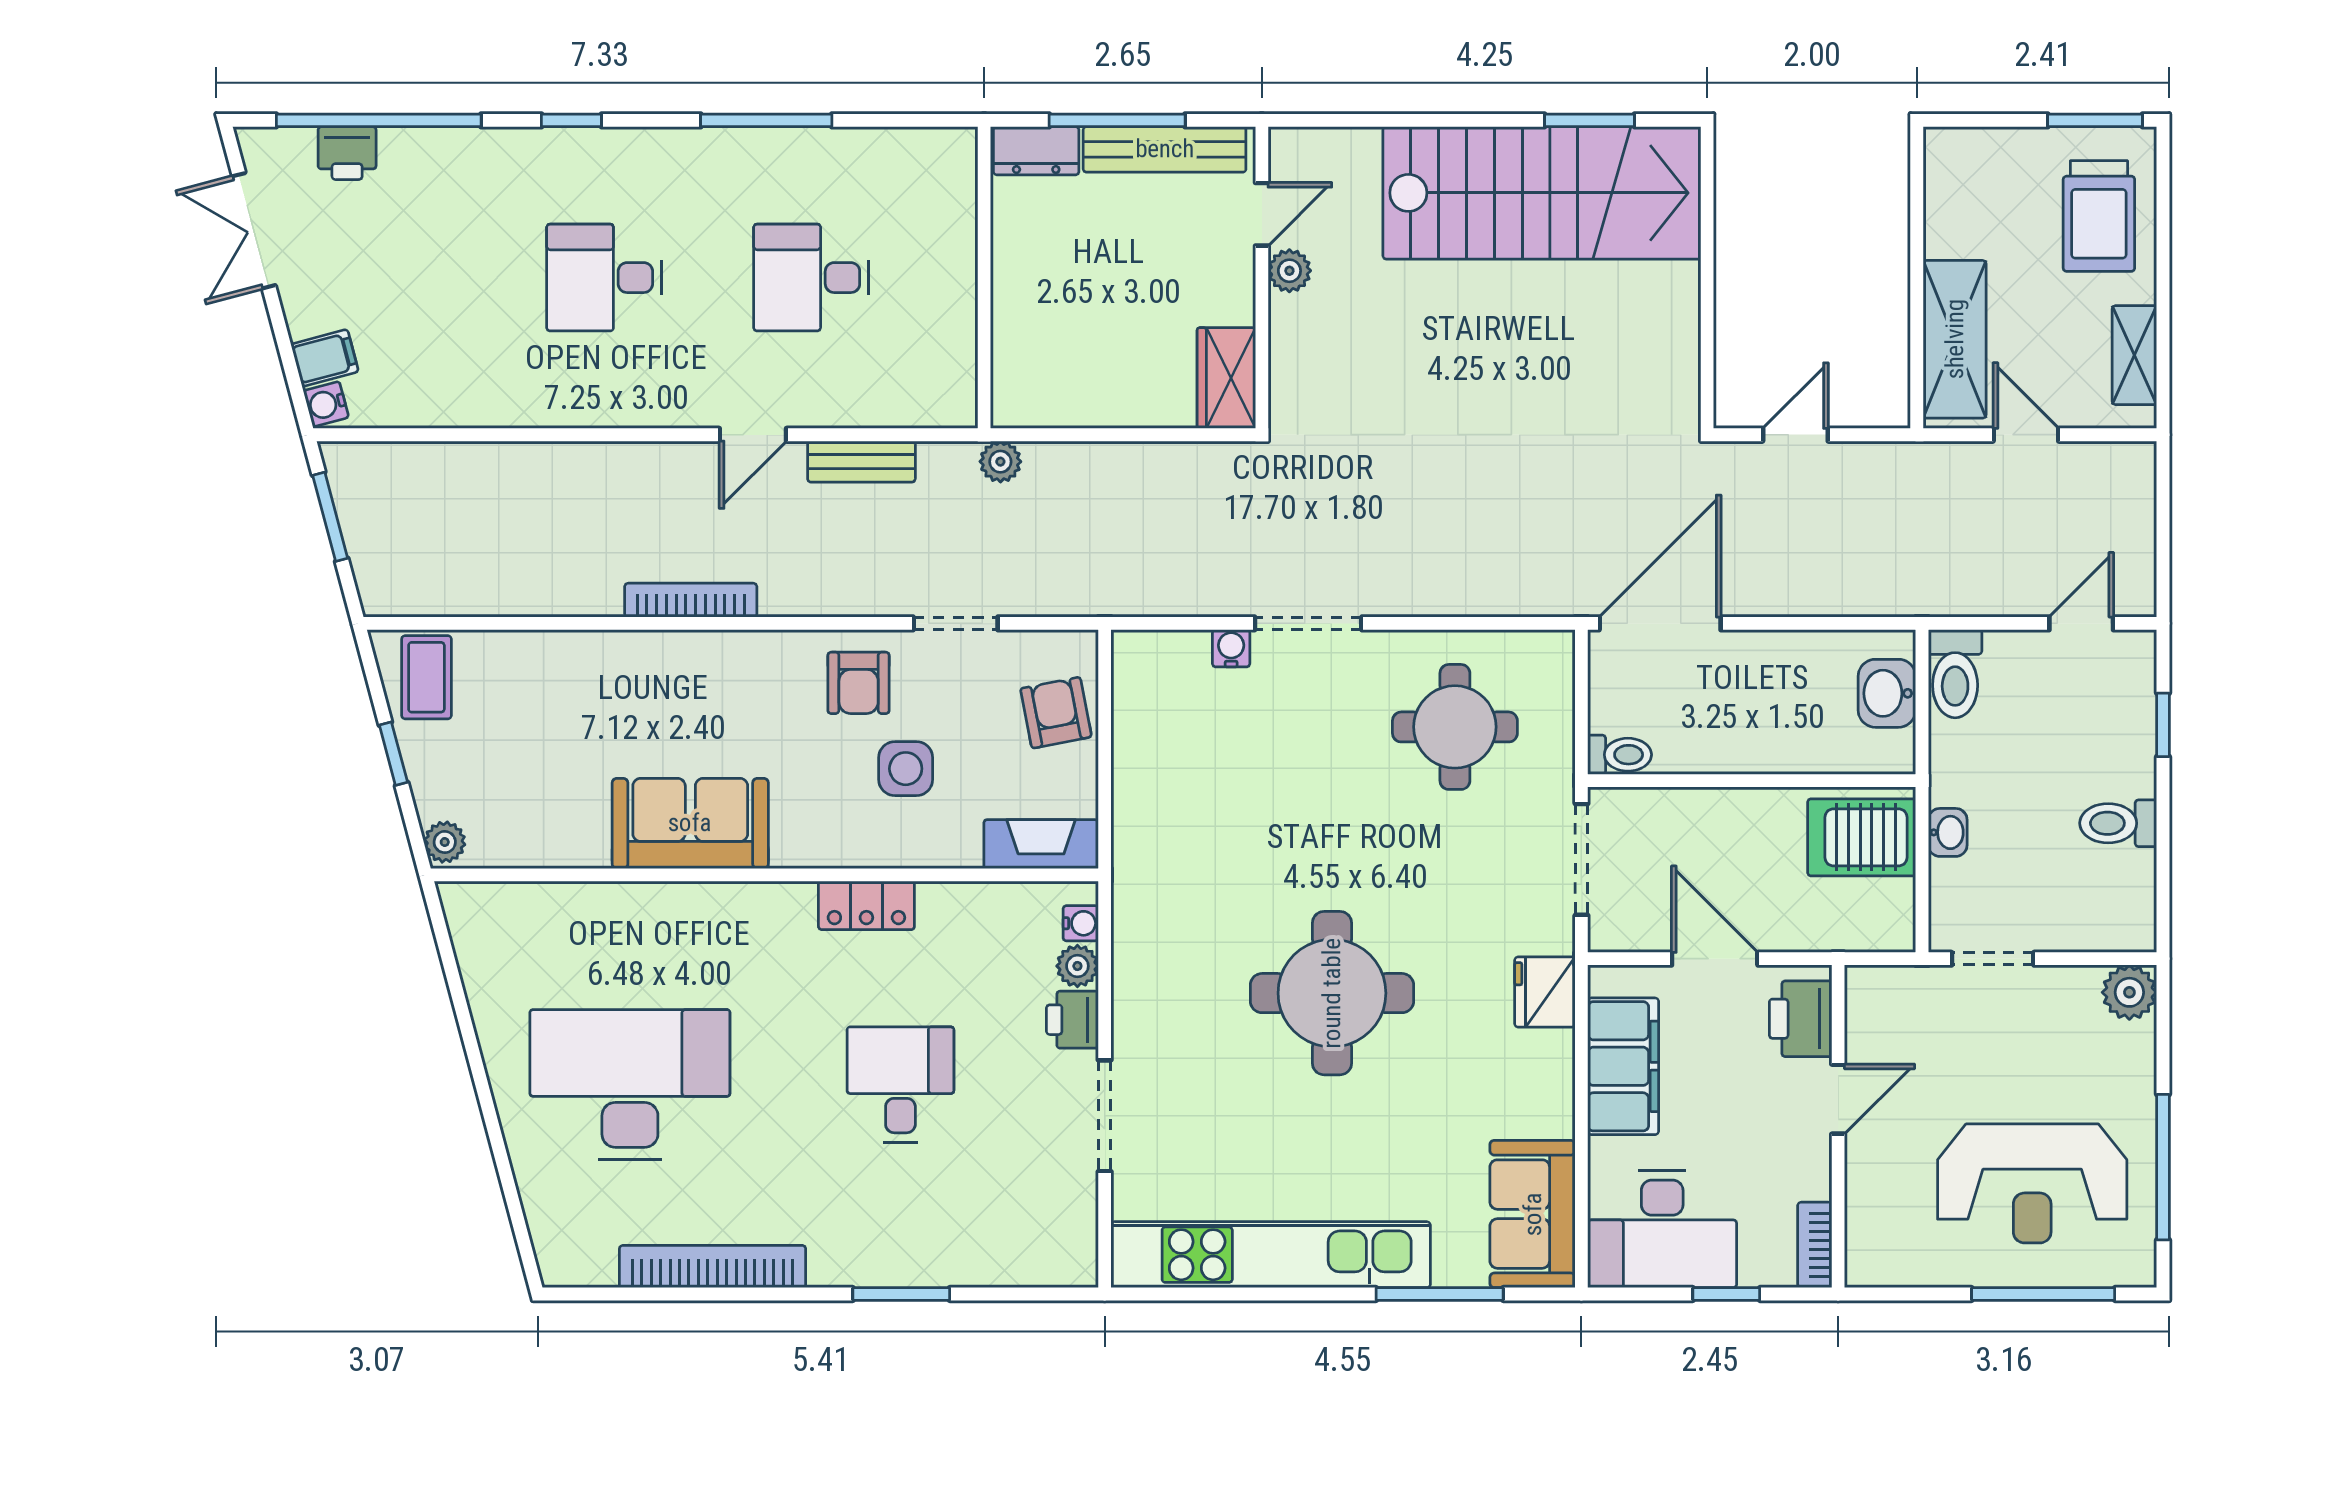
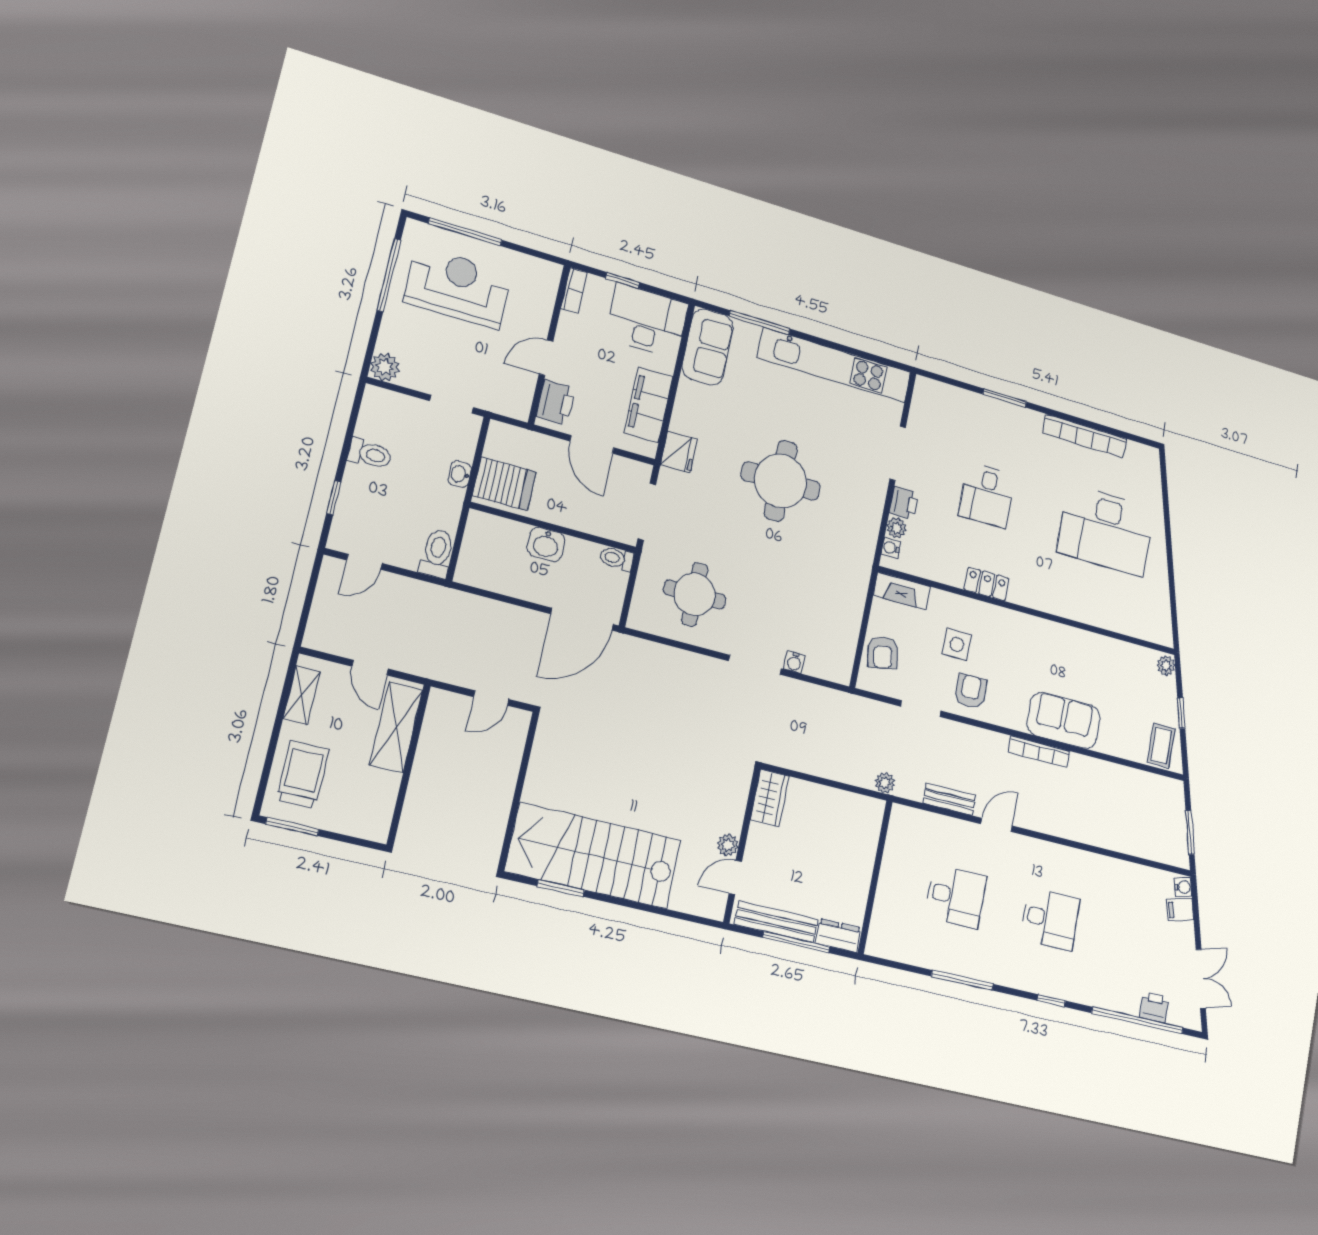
washbasin: (1887, 693) -> (546, 544), moved, turned 90
sofa: (690, 823) -> (1063, 720), moved, turned 180

